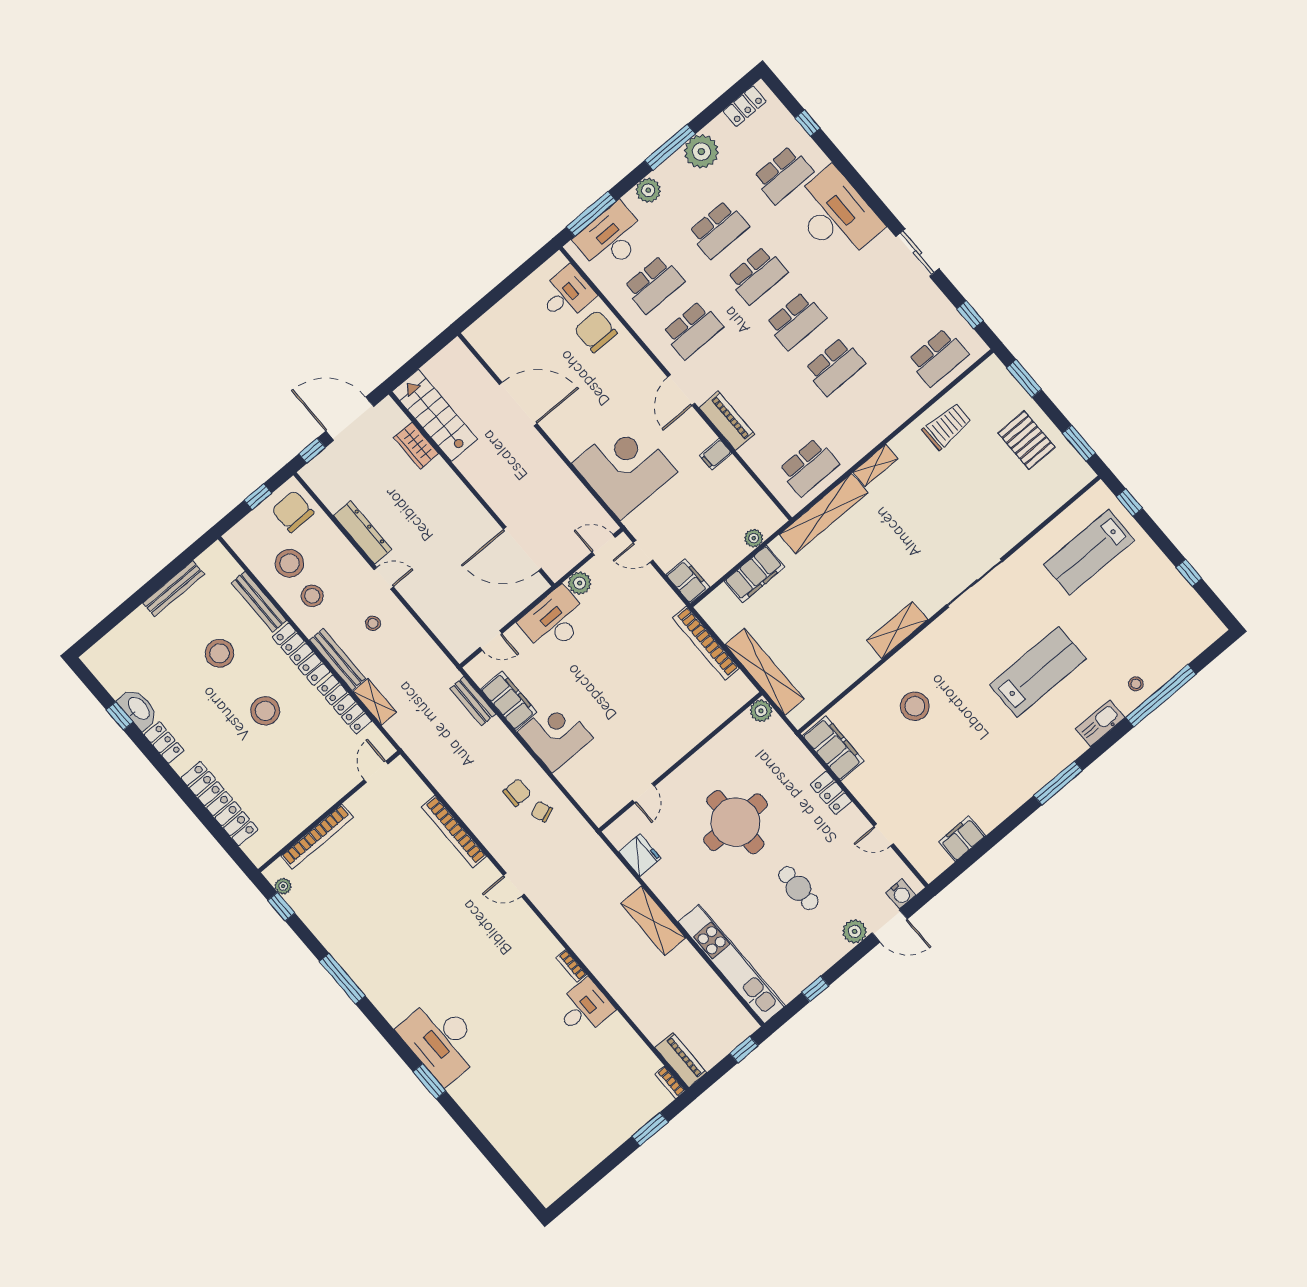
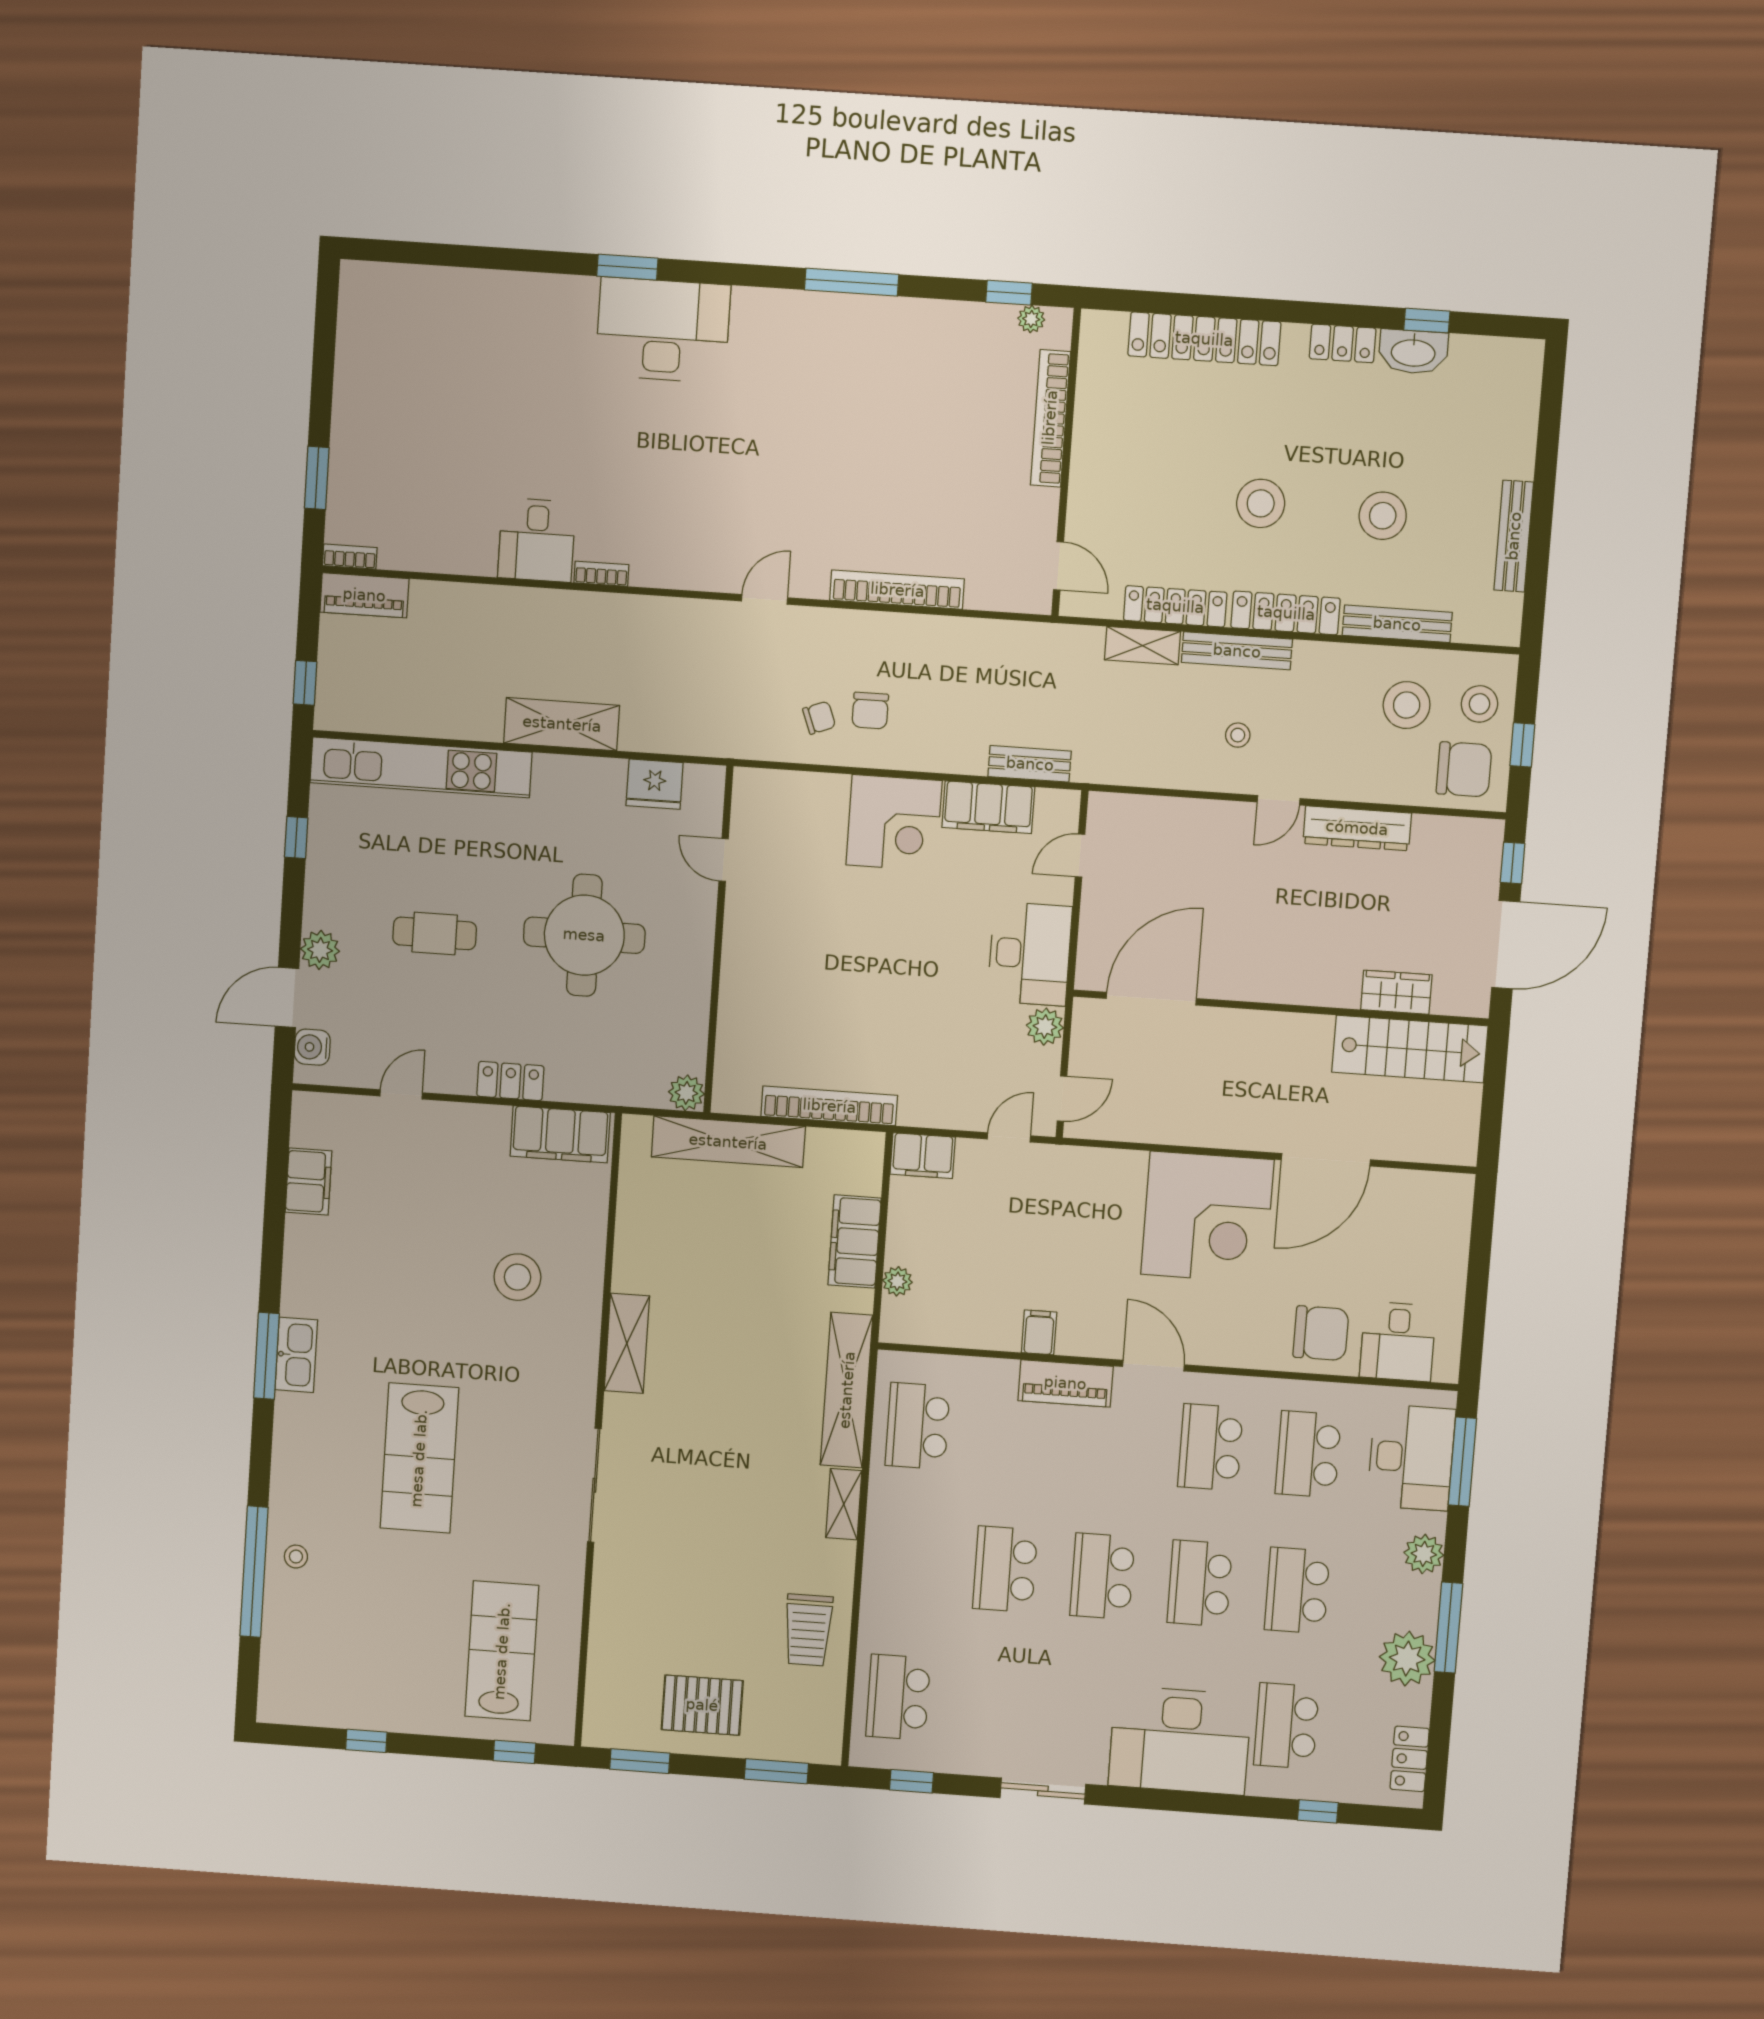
corner desk: (625, 468) -> (1207, 1217), moved
stool: (312, 596) -> (1479, 704), moved
kitchen sink: (1100, 723) -> (296, 1355), moved

